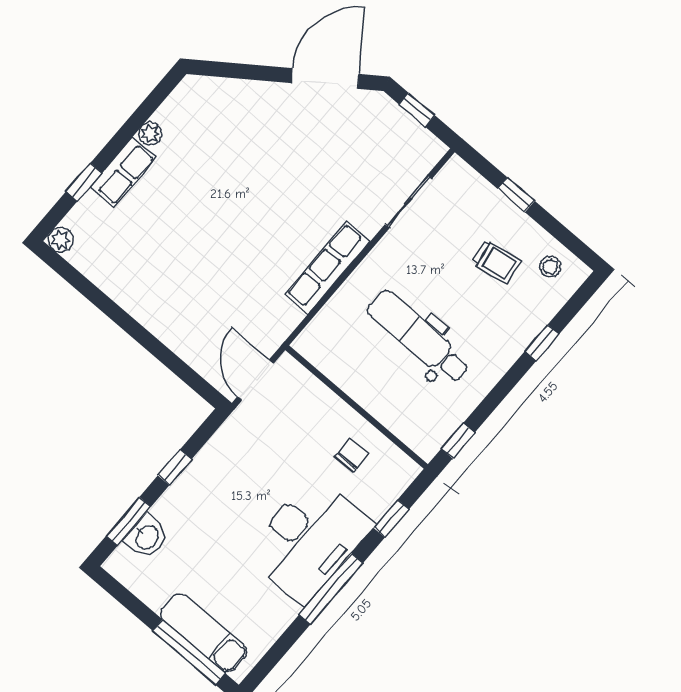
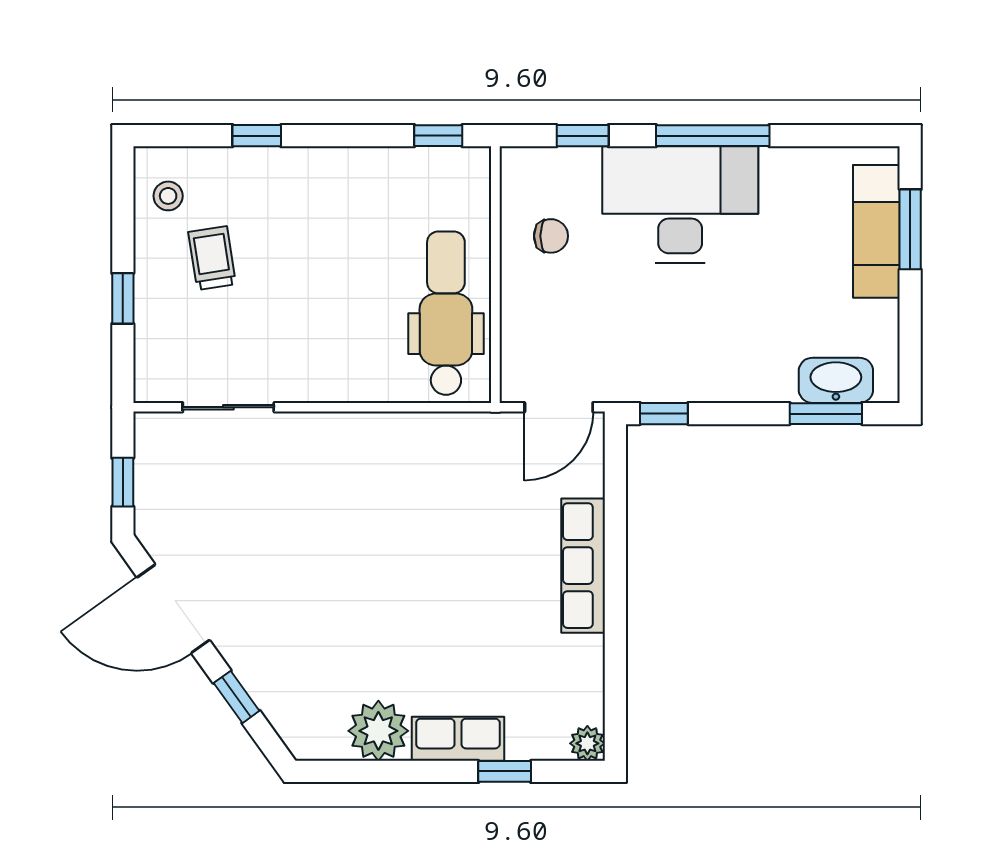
window: (248, 72) -> (237, 697), added
plant: (150, 134) -> (378, 731), width x1.88, depth x1.88
row of seats: (328, 268) -> (583, 566), moved, turned 90
dental chair: (419, 337) -> (446, 313), moved, turned 180
chair: (352, 455) -> (551, 236), turned 180
window: (175, 467) -> (664, 414), moved
washbasin: (147, 537) -> (836, 380), width x1.38
window: (189, 652) -> (910, 229), width x0.69

